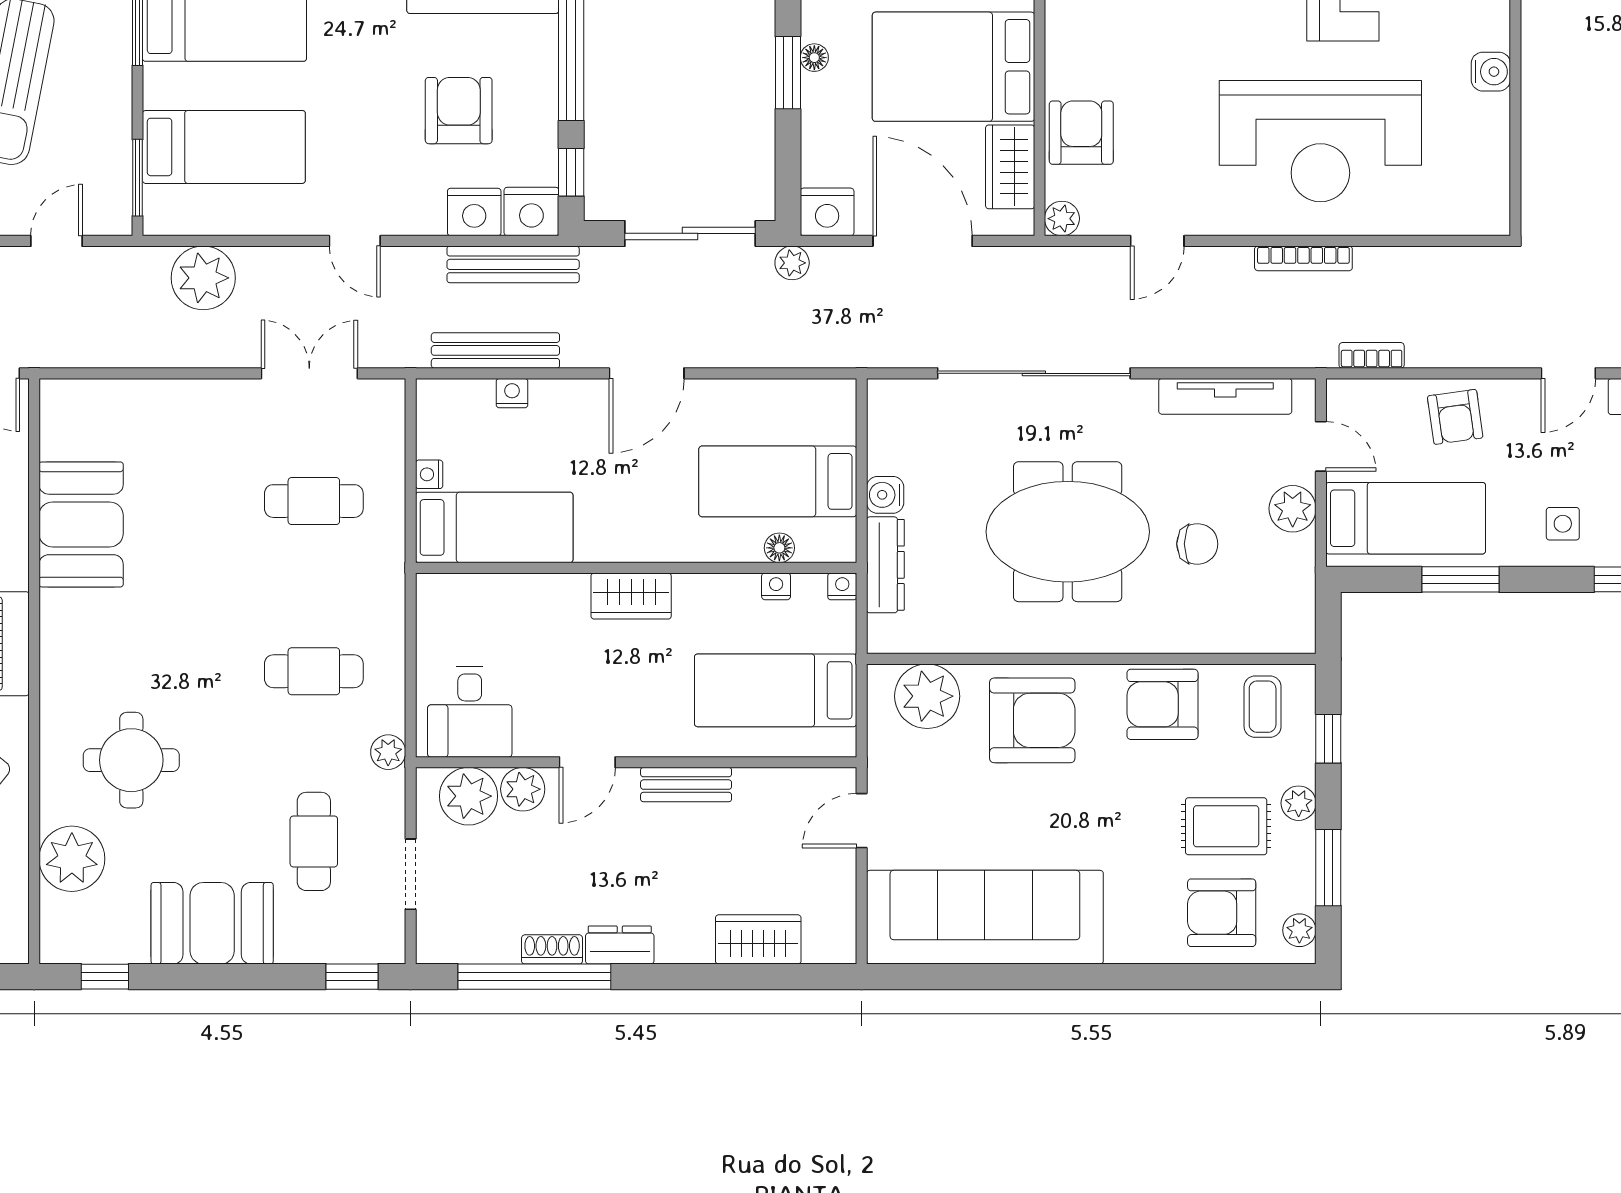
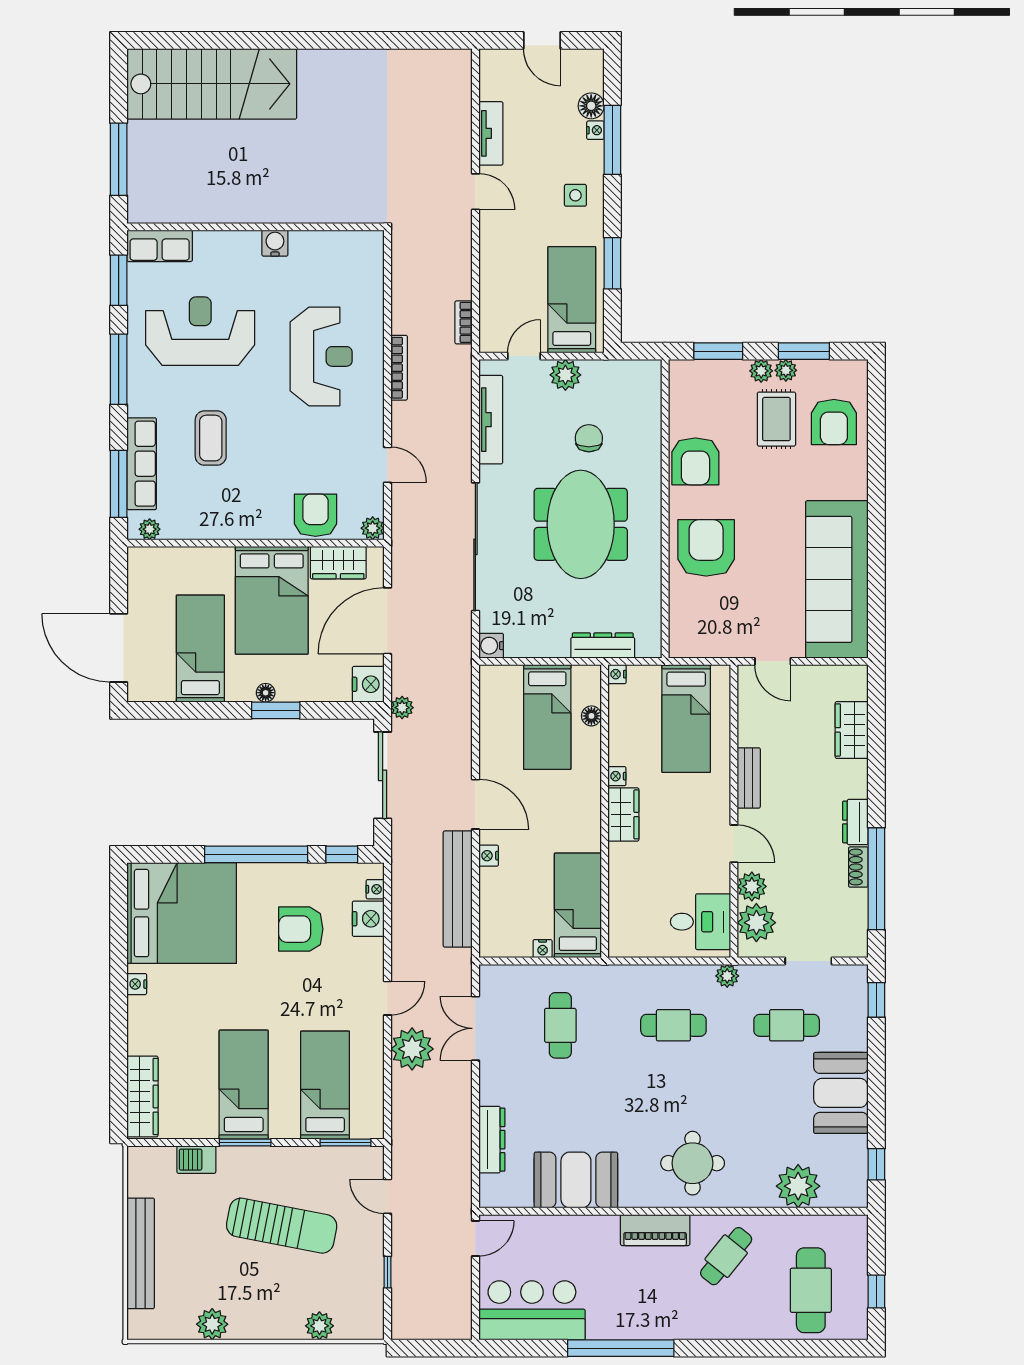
armchair: (1081, 133) -> (316, 515), turned 90
reception desk: (1320, 141) -> (321, 356), width x0.74, depth x0.77
nightstand: (531, 212) -> (375, 889), width x0.53, depth x0.56
bench: (513, 264) -> (403, 893), removed
plant: (203, 278) -> (412, 1049), moved
bench: (495, 350) -> (458, 889), width x1.37, depth x1.21
nightstand: (512, 393) -> (489, 856), moved
dresser: (142, 398) -> (492, 1140), added
armchair: (1455, 417) -> (504, 267), removed
water cooler: (885, 495) -> (491, 646), moved, turned 90
nightstand: (776, 586) -> (617, 776), moved
cafe table: (314, 671) -> (673, 1025), turned 90
plant: (927, 696) -> (690, 618), removed
coffee table: (1263, 707) -> (697, 395), removed
window: (1328, 739) -> (718, 351), width x1.50
round table: (131, 760) -> (693, 1163), moved
plant: (1299, 930) -> (786, 370), moved

